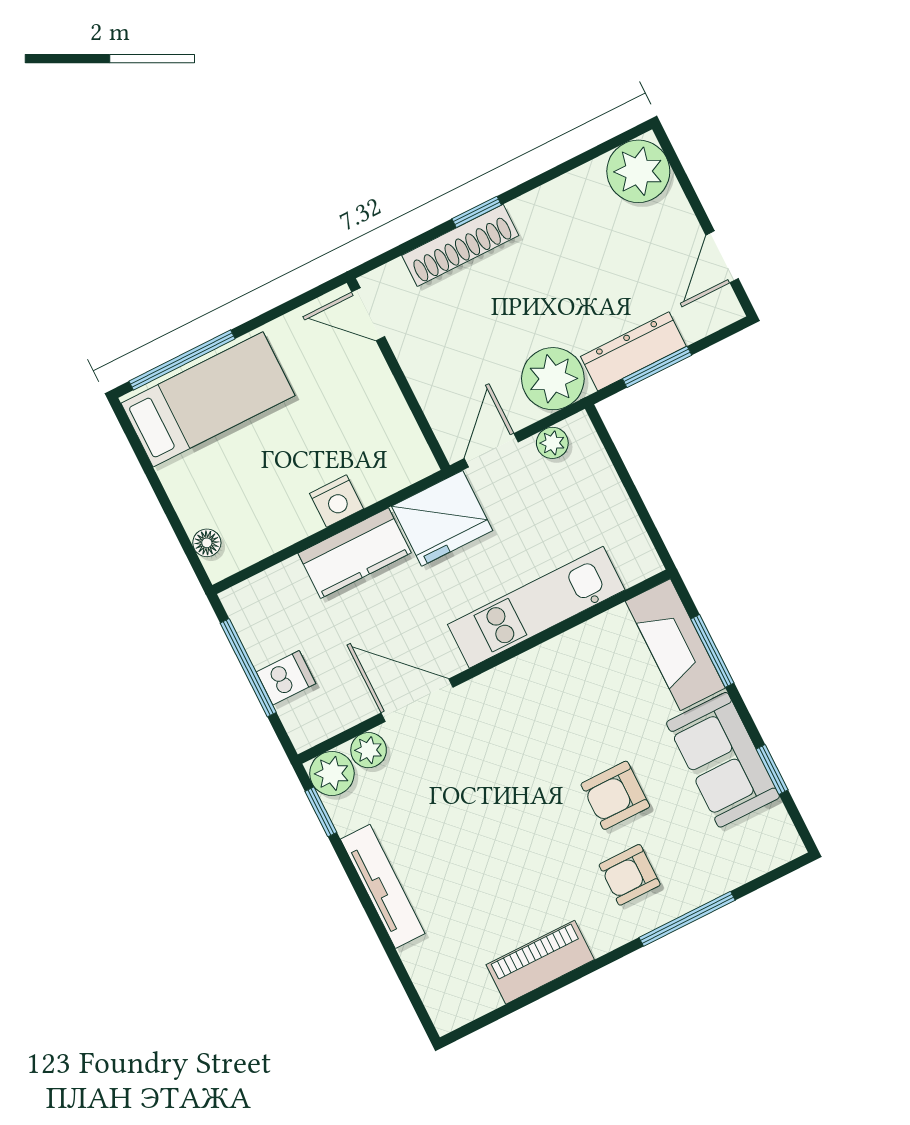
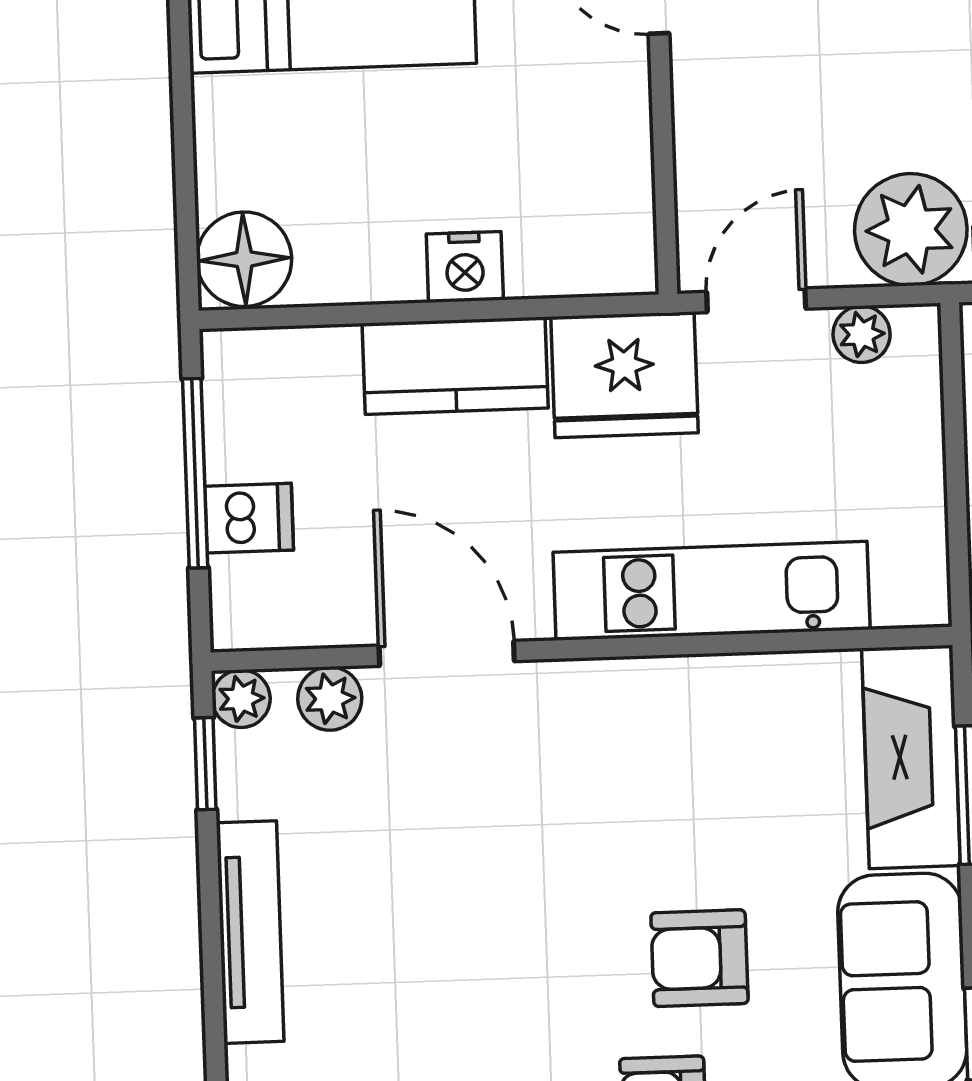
floor lamp: (207, 543) -> (244, 259), width x1.89, depth x1.89
plant: (332, 773) -> (241, 699), width x0.73, depth x0.73

